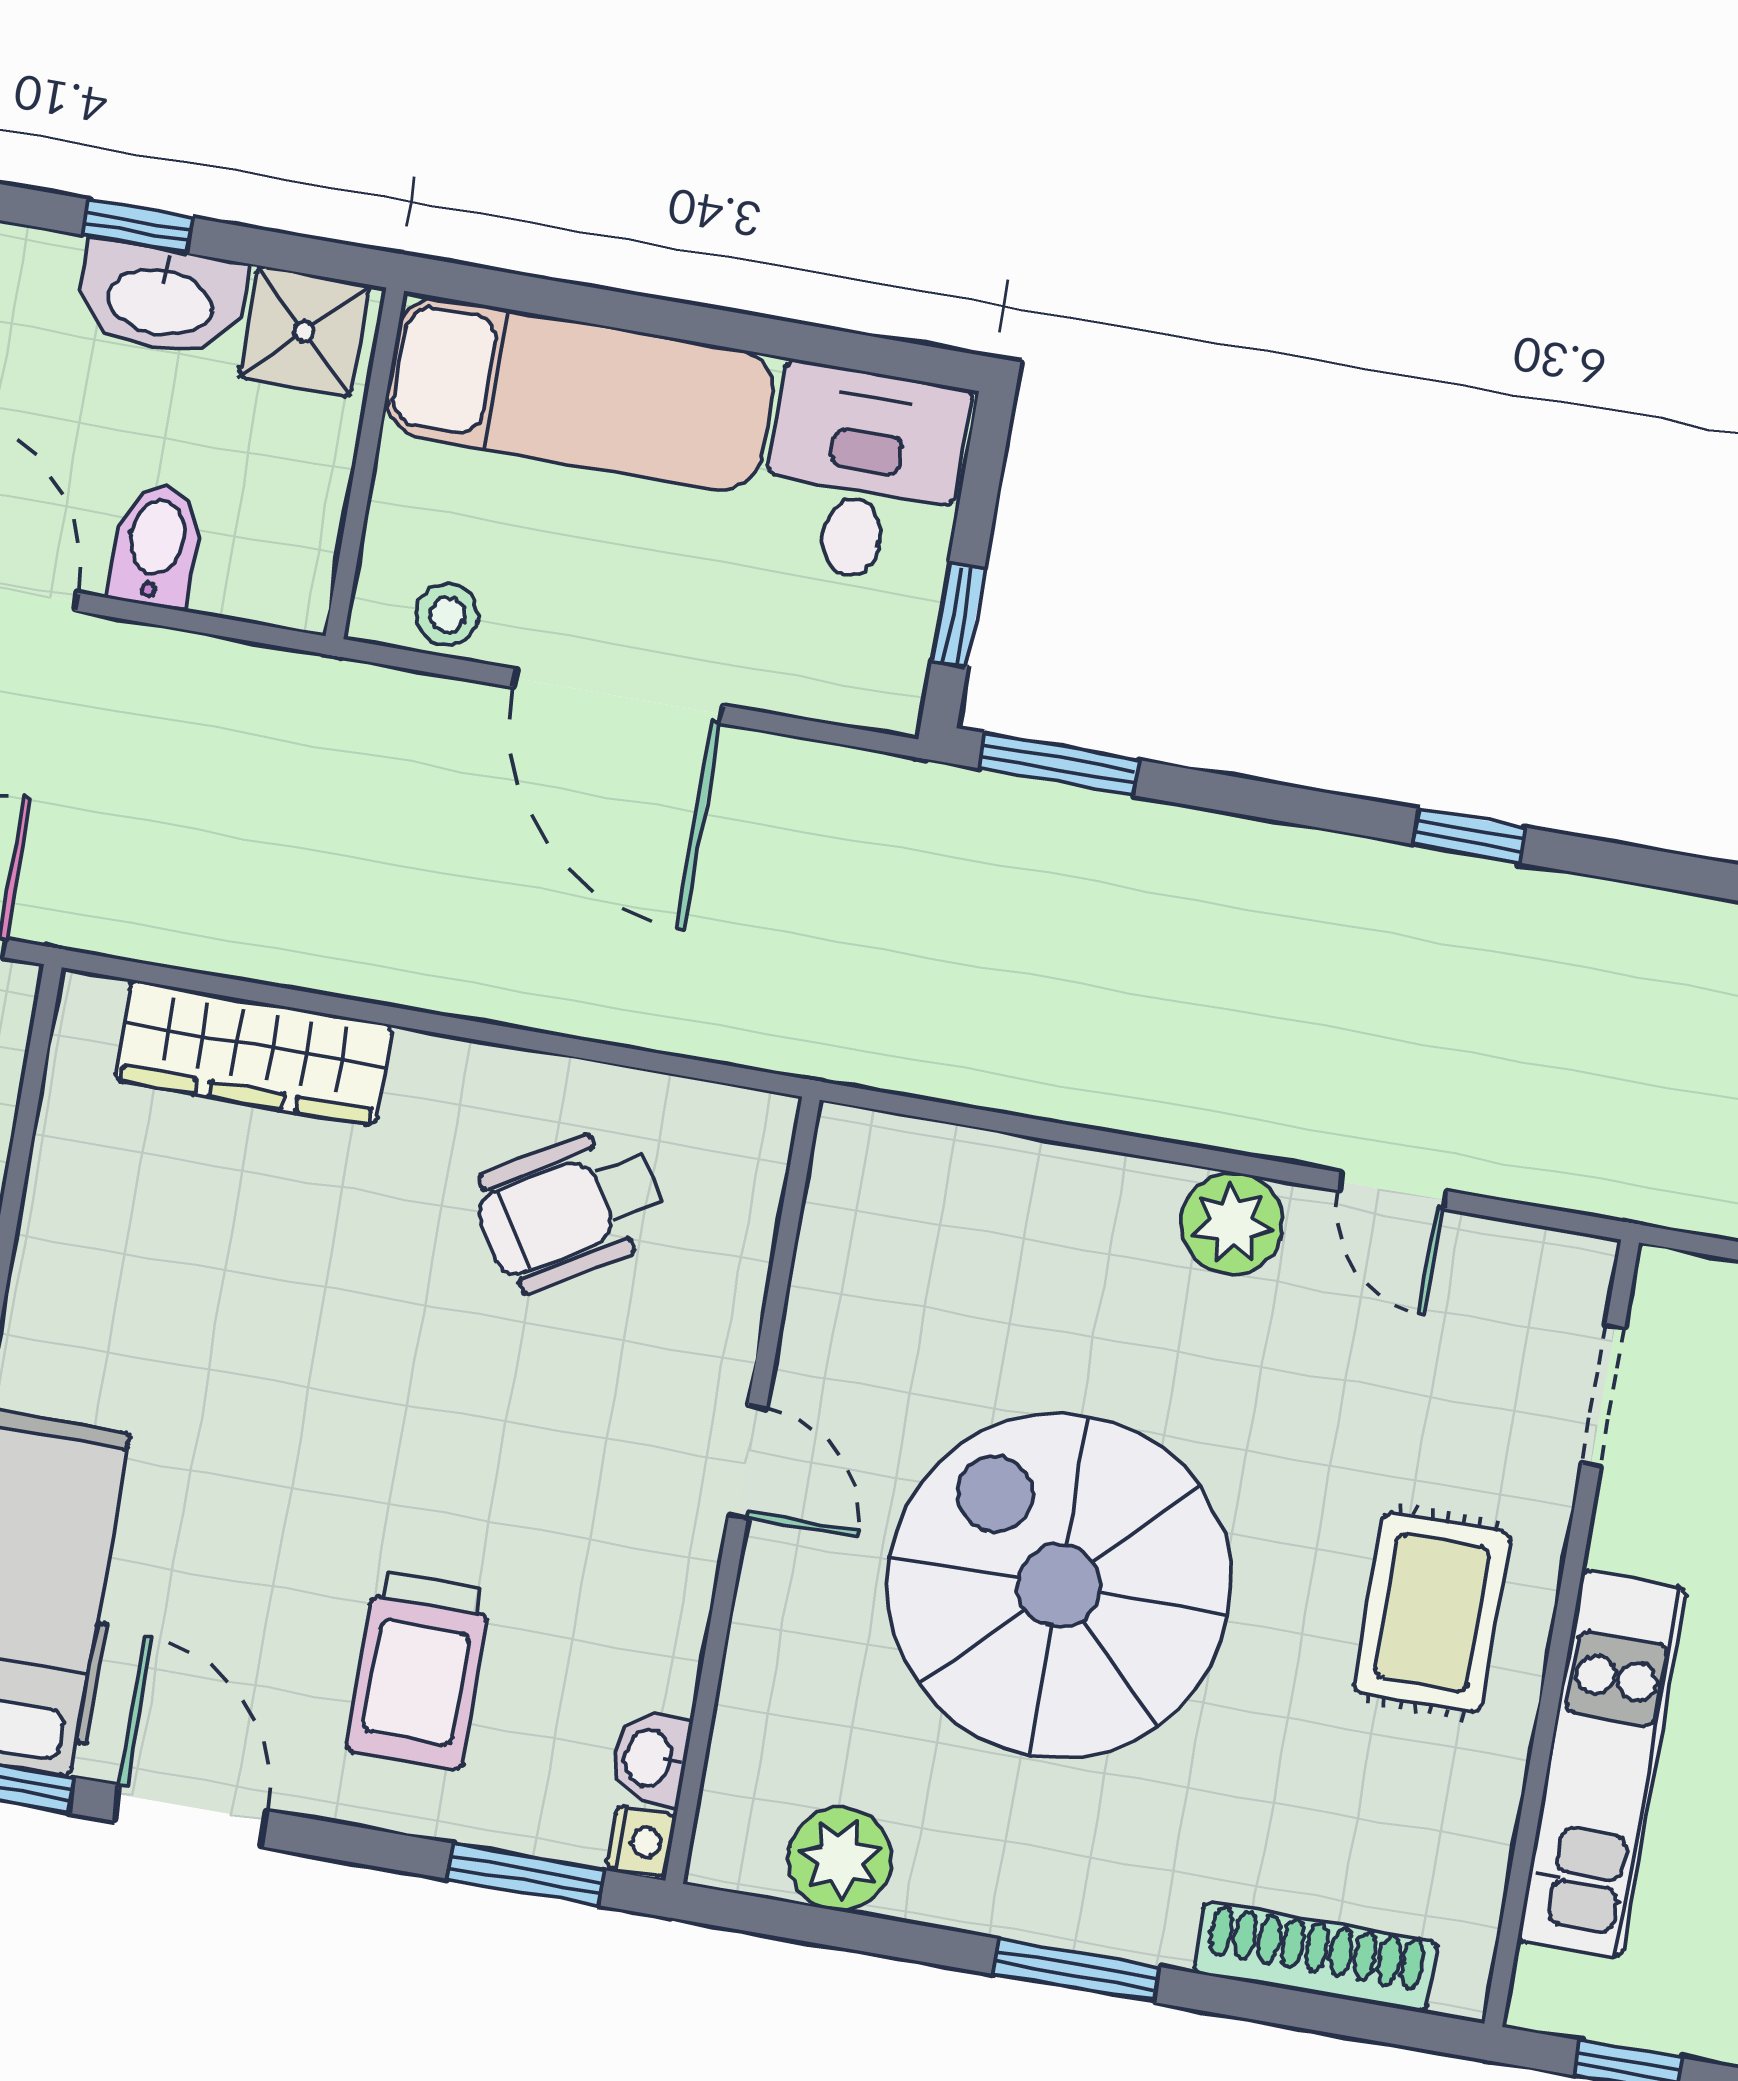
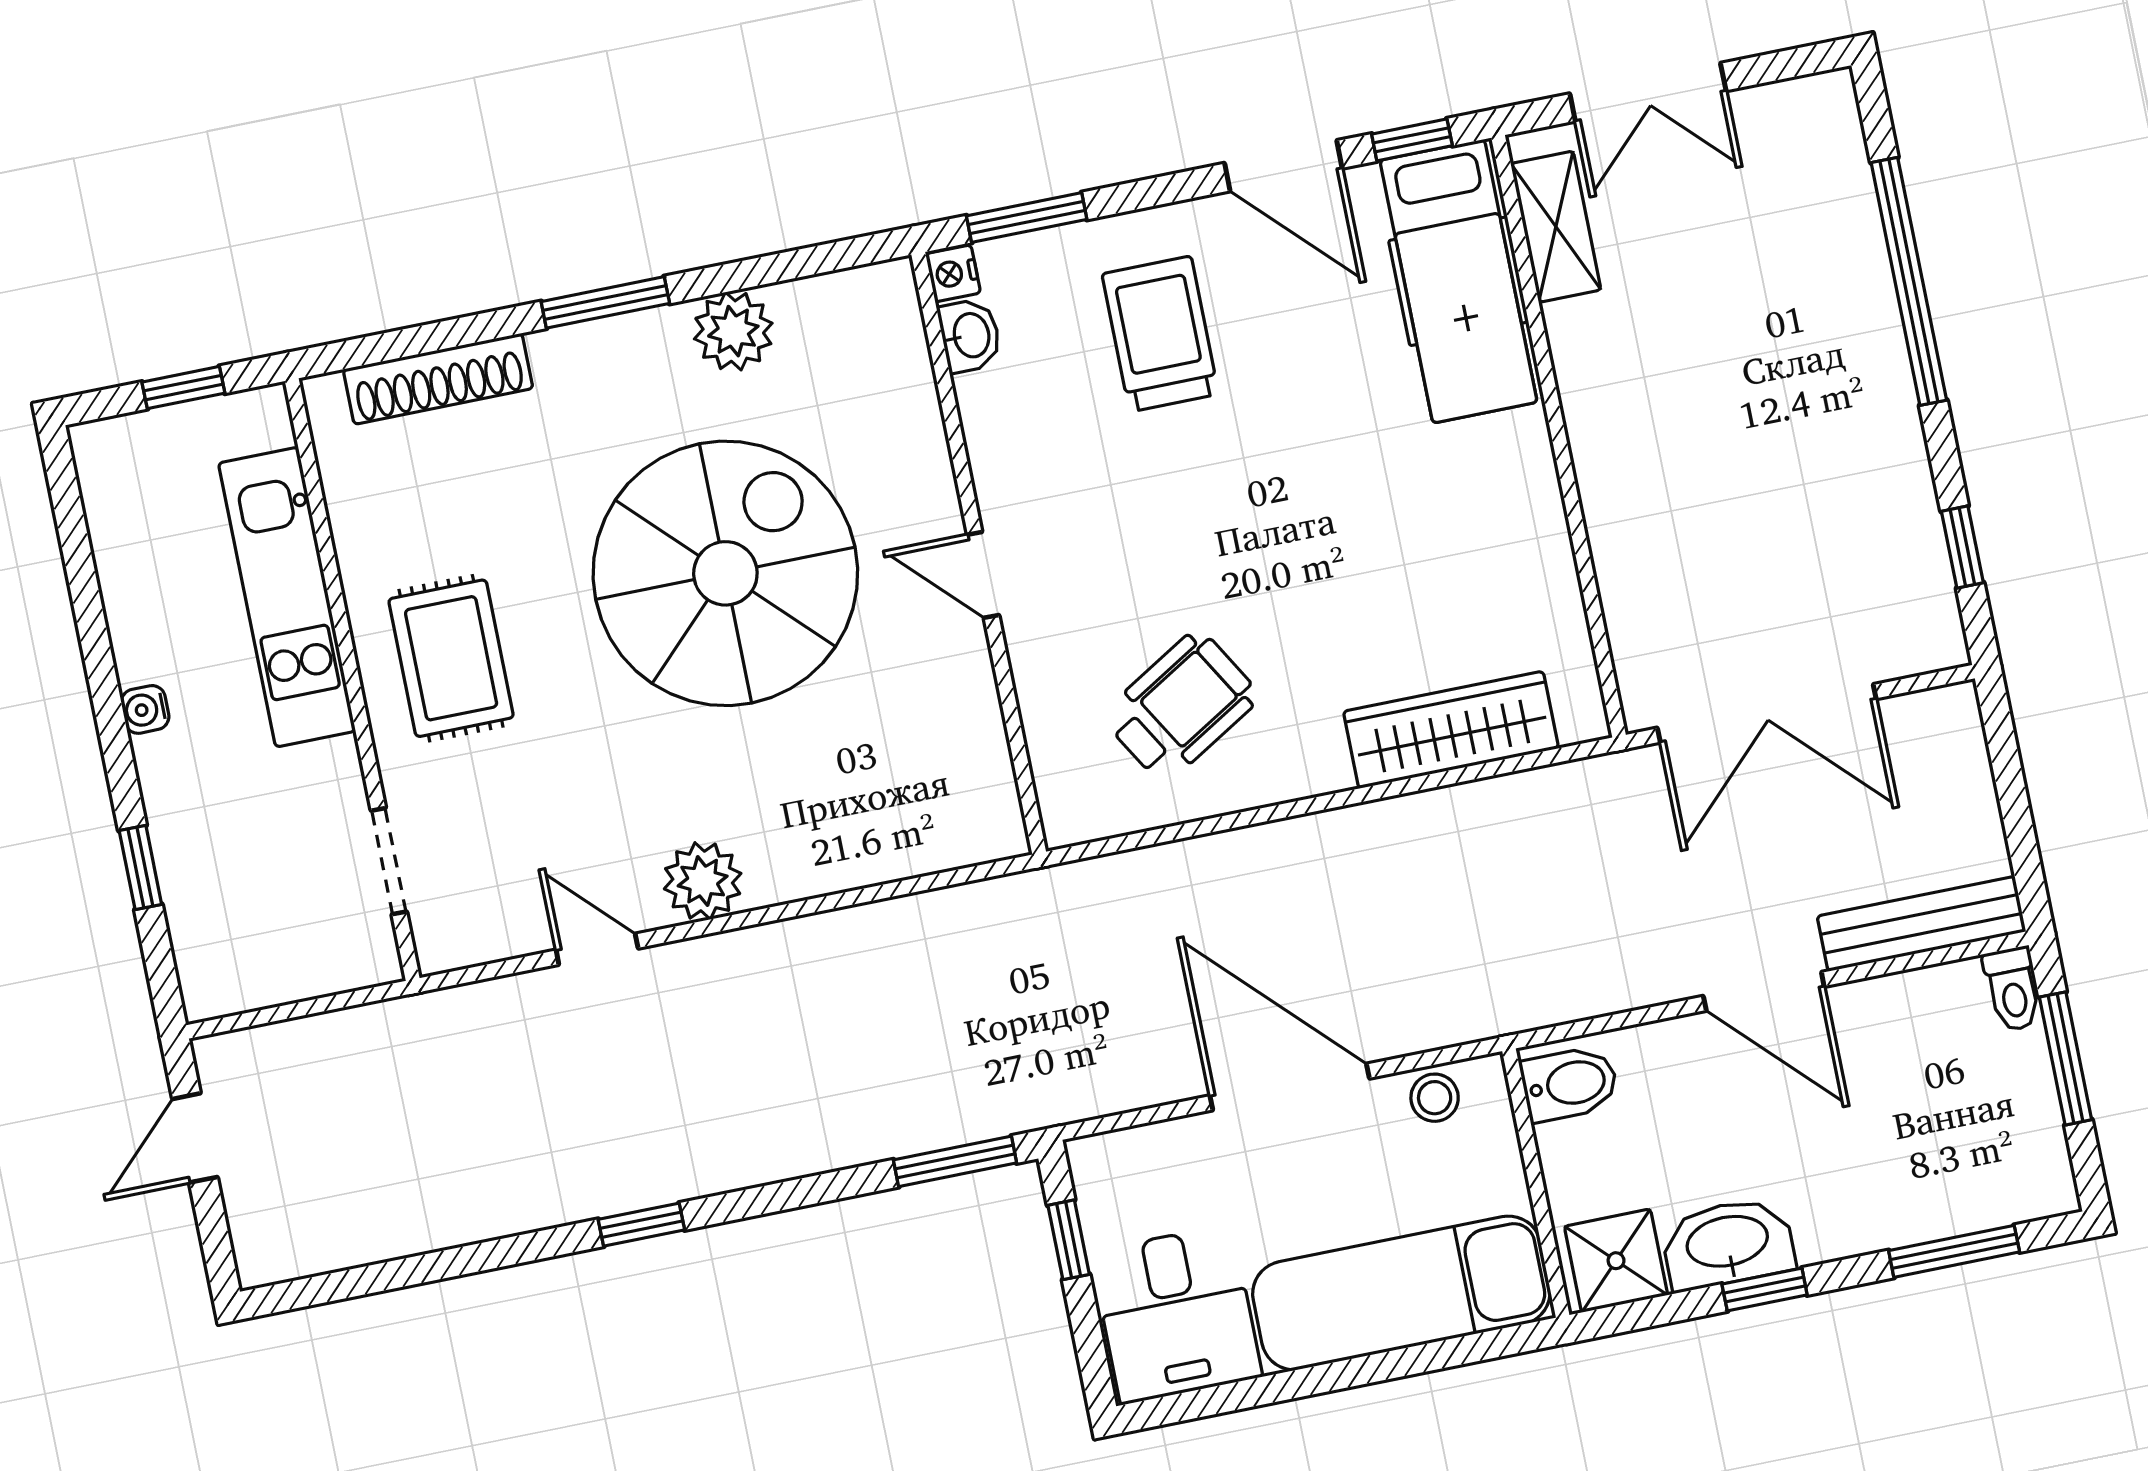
bidet: (156, 546) -> (1570, 1084), moved, turned -90
spiral stairs: (1059, 1586) -> (725, 573), turned -90
plant: (840, 1859) -> (733, 331), moved

